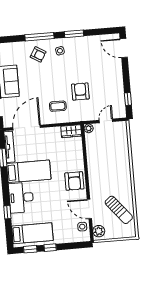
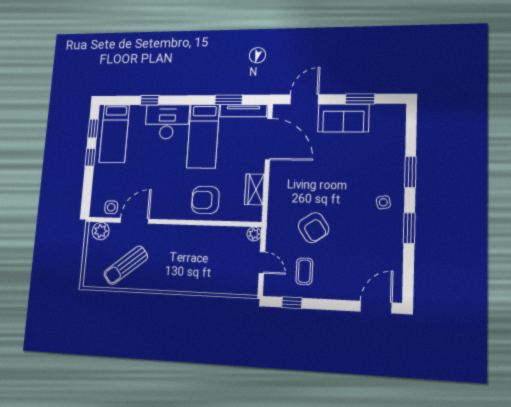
window: (39, 37) -> (410, 172), width x0.69
armchair: (38, 54) -> (381, 167), removed
armchair: (80, 92) -> (314, 228), turned 56
coffee table: (58, 106) -> (304, 271), moved
wardrobe: (71, 131) -> (254, 189), moved
armchair: (74, 181) -> (205, 200), moved

